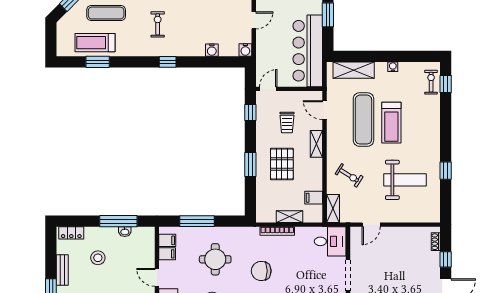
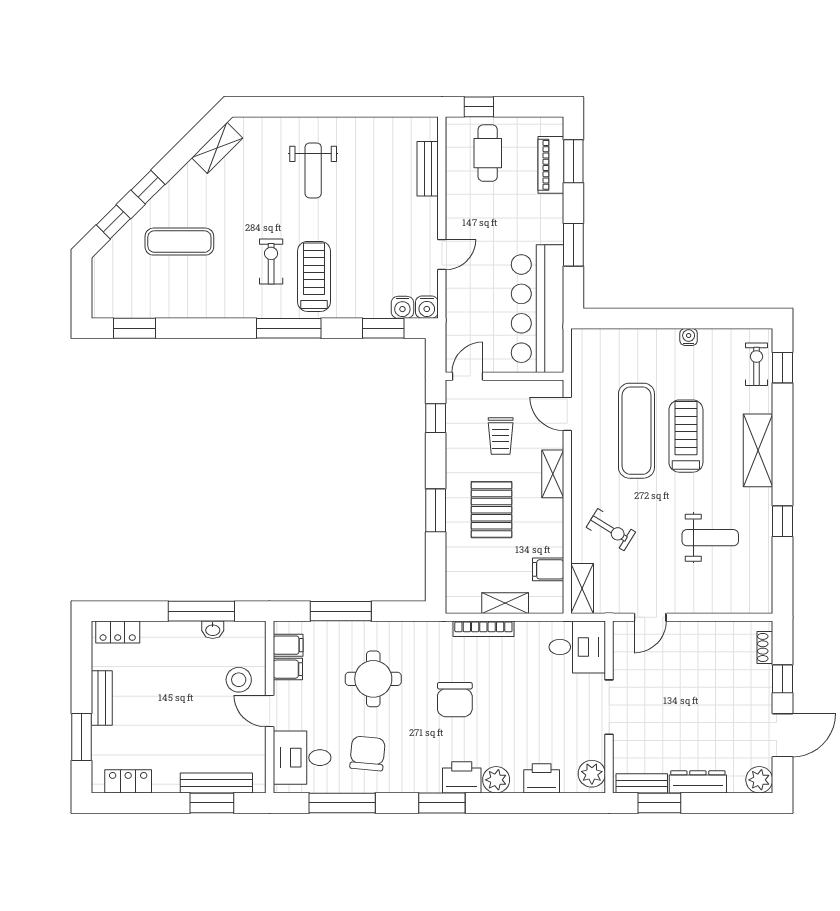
treadmill: (95, 43) -> (314, 276), moved, turned 90
water cooler: (212, 50) -> (402, 307), moved
window: (98, 62) -> (134, 328), moved
window: (168, 62) -> (289, 328), width x2.17
window: (221, 62) -> (383, 328), added
shelving: (354, 70) -> (758, 450), moved, turned 90
treadmill: (391, 123) -> (686, 436), turned 180
weight bench: (405, 180) -> (710, 538), width x0.73, depth x0.75
stool: (98, 258) -> (239, 680), moved
chair: (261, 271) -> (455, 700), turned -90

